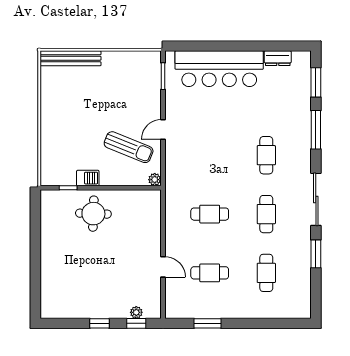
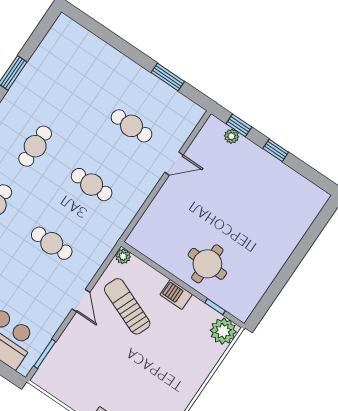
door: (163, 130) -> (81, 301), hinge flipped
plant: (51, 175) -> (223, 331), added
barbecue: (88, 178) -> (176, 294), moved
door: (163, 267) -> (174, 164), swing flipped
cafe table: (266, 273) -> (52, 243), moved, turned 90

